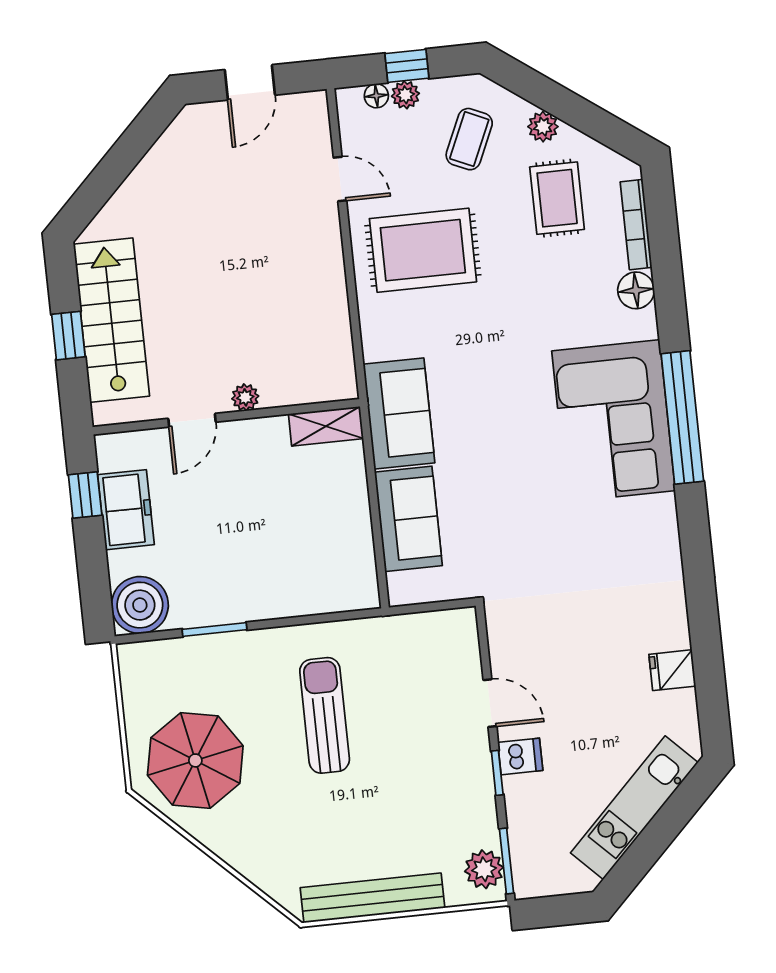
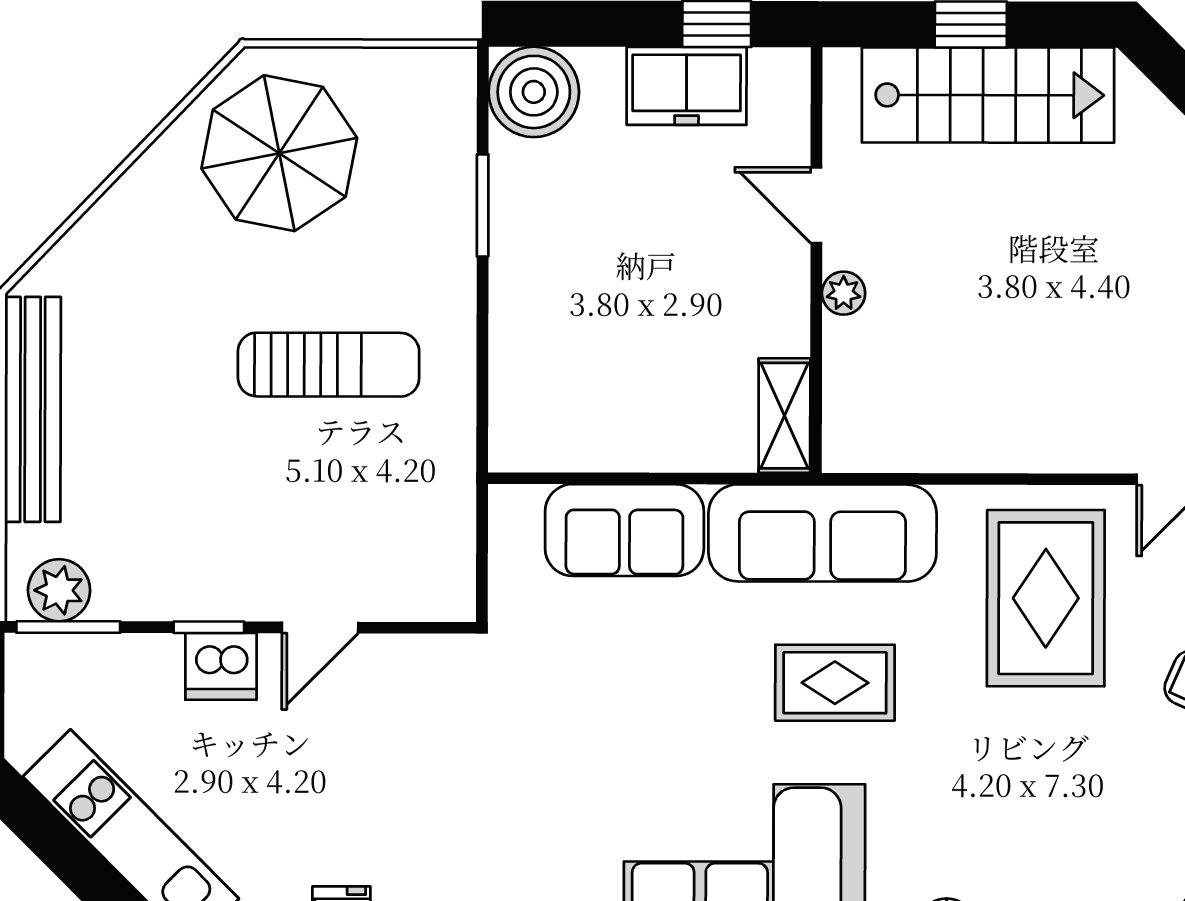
rug: (557, 198) -> (835, 683), moved
sofa: (399, 413) -> (822, 533), width x1.36
dishwasher: (520, 756) -> (221, 666), width x1.38

